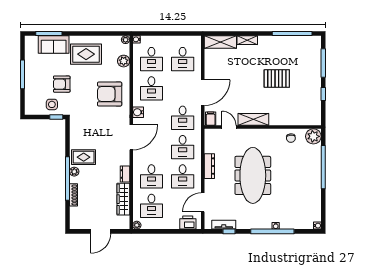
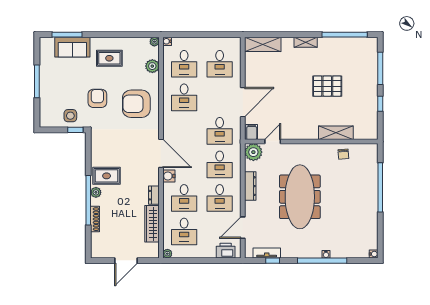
shelving: (247, 40) -> (306, 42), moved
rug: (86, 54) -> (109, 58), width x0.73, depth x0.70
armchair: (62, 84) -> (97, 98), moved, turned 90
water cooler: (138, 112) -> (169, 176), moved
shelving: (253, 119) -> (336, 133), moved
door: (229, 127) -> (273, 142), hinge flipped
plant: (313, 136) -> (253, 152), moved
door: (131, 137) -> (161, 153), hinge flipped

